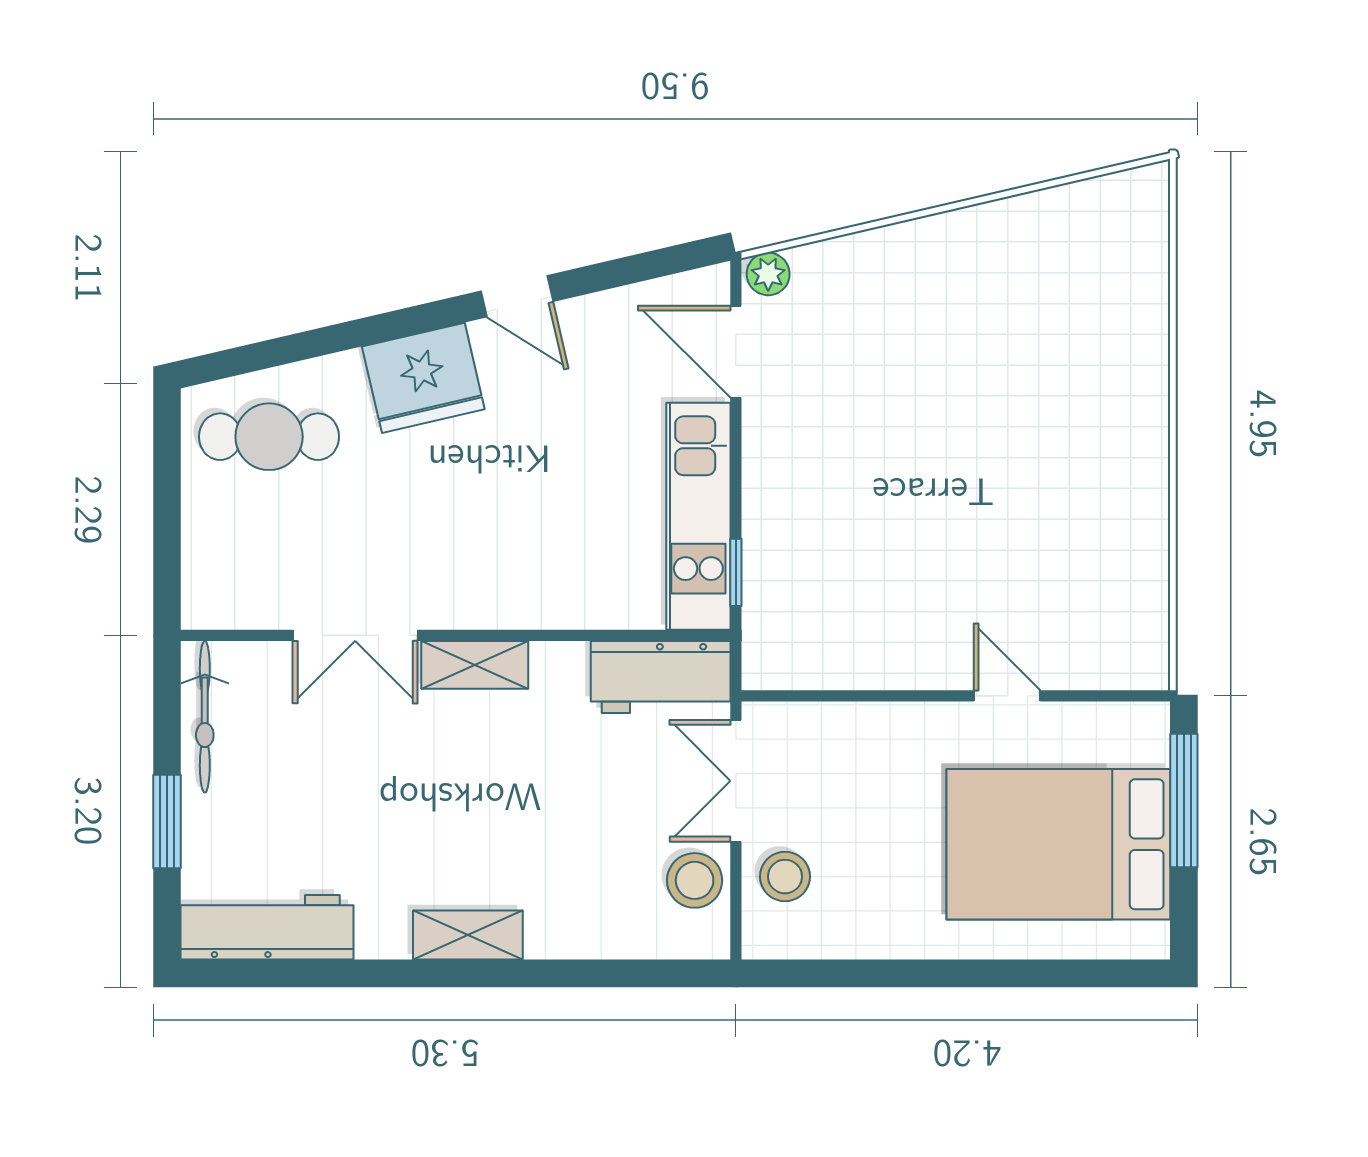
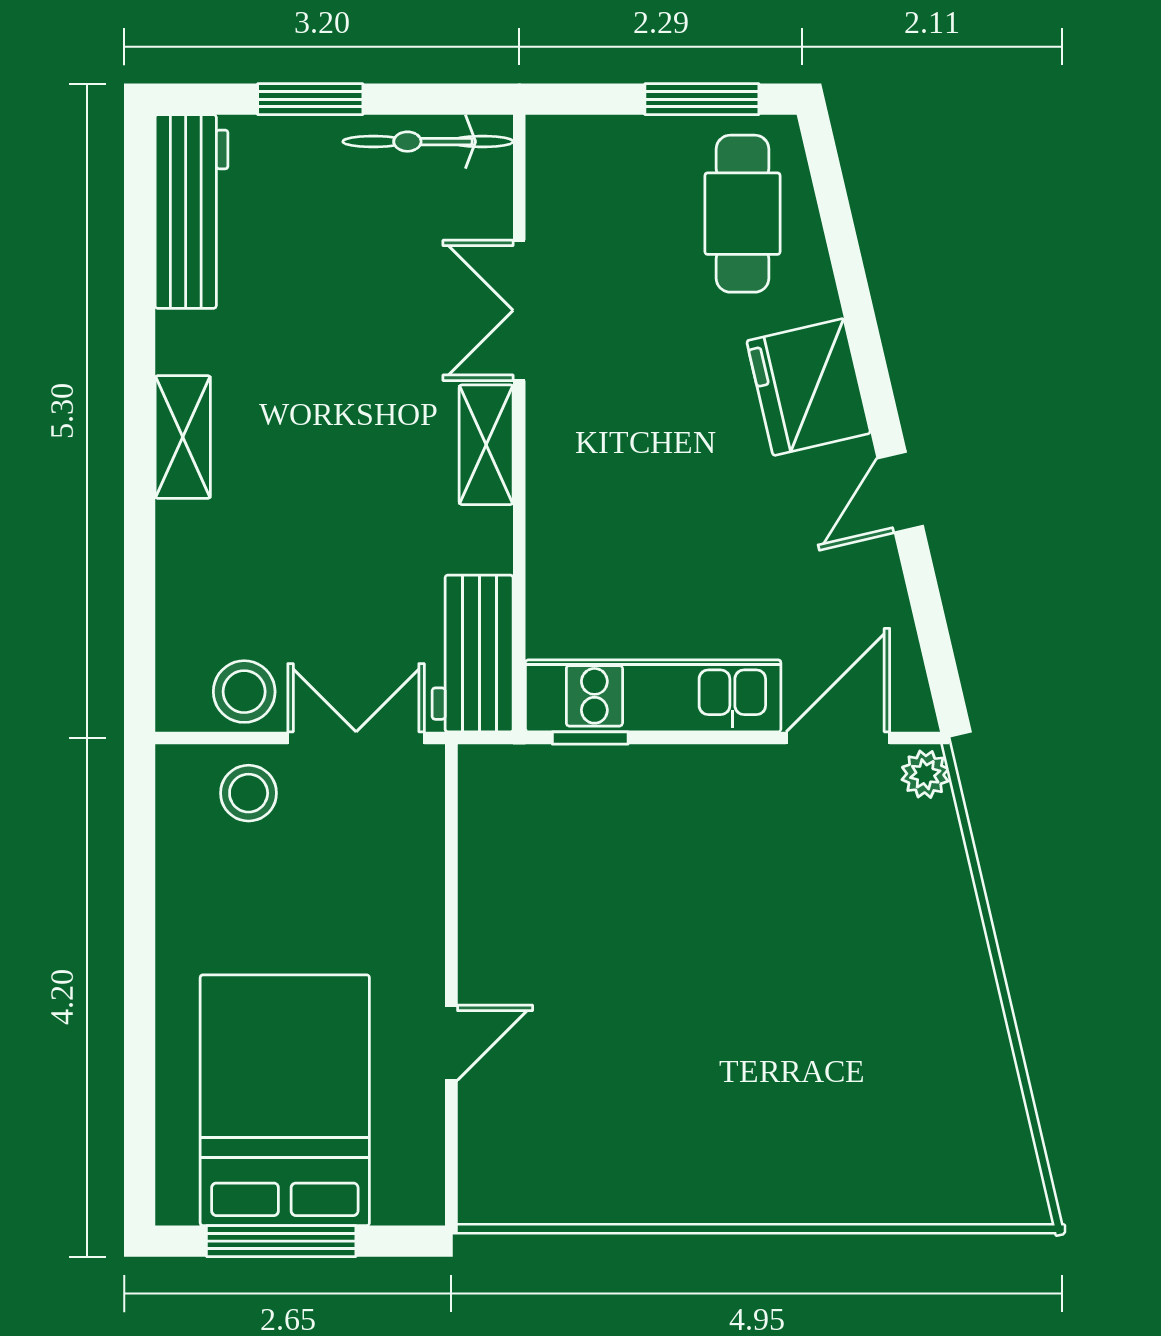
window: (167, 473) -> (702, 99), added
window: (1184, 800) -> (281, 1241), moved

